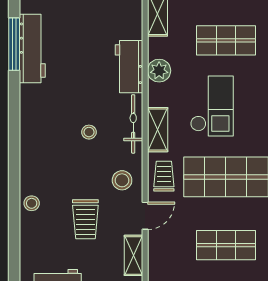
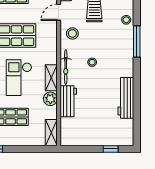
window: (14, 44) -> (137, 42), moved
workbench: (32, 48) -> (126, 98), moved
shelving: (158, 130) -> (51, 78), moved
trolley: (164, 176) -> (47, 36), removed

